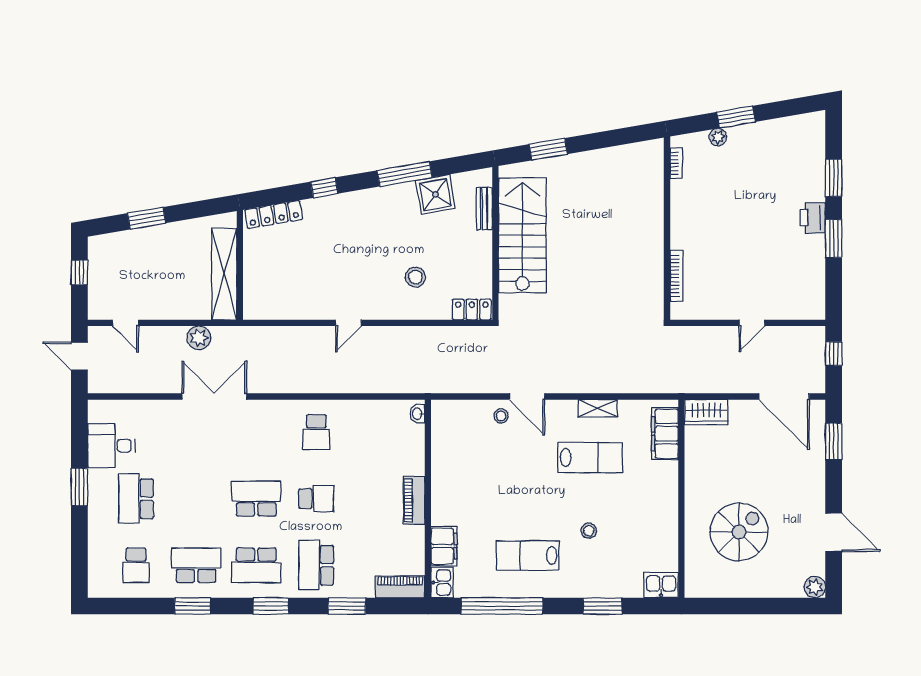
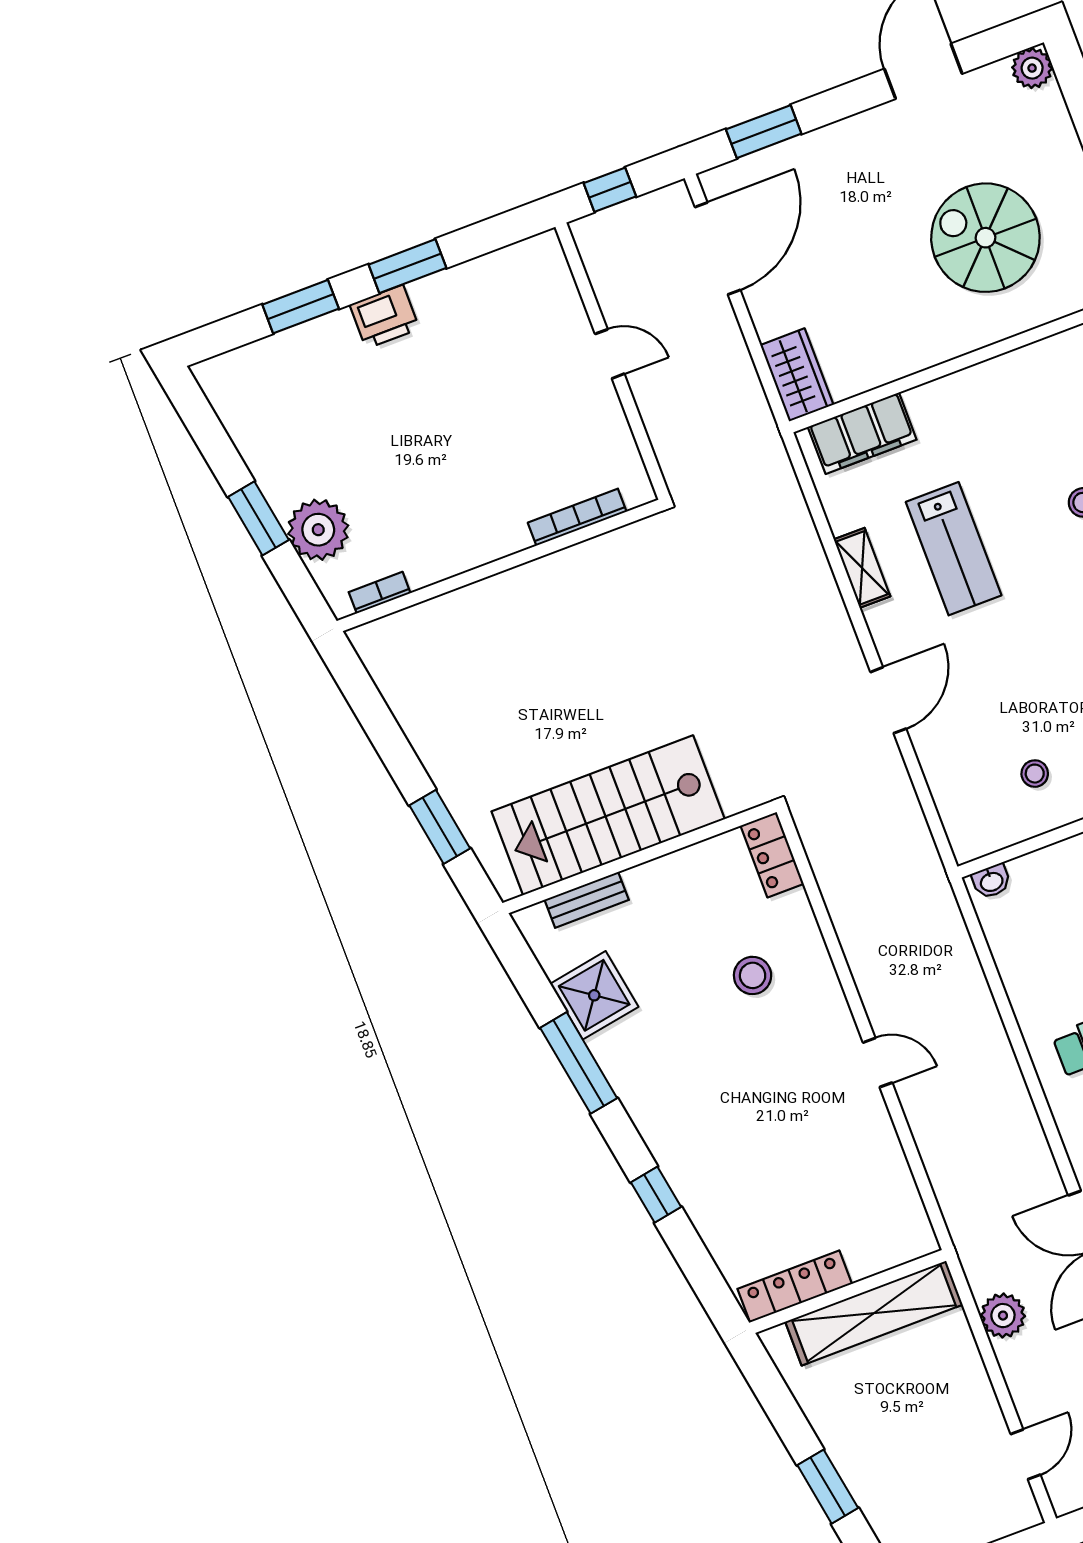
plant: (718, 137) -> (318, 530), width x1.87, depth x1.87
locker: (274, 214) -> (795, 1286), moved, turned -80
stool: (501, 416) -> (1035, 774), moved
lab bench: (590, 458) -> (954, 549), turned 180

